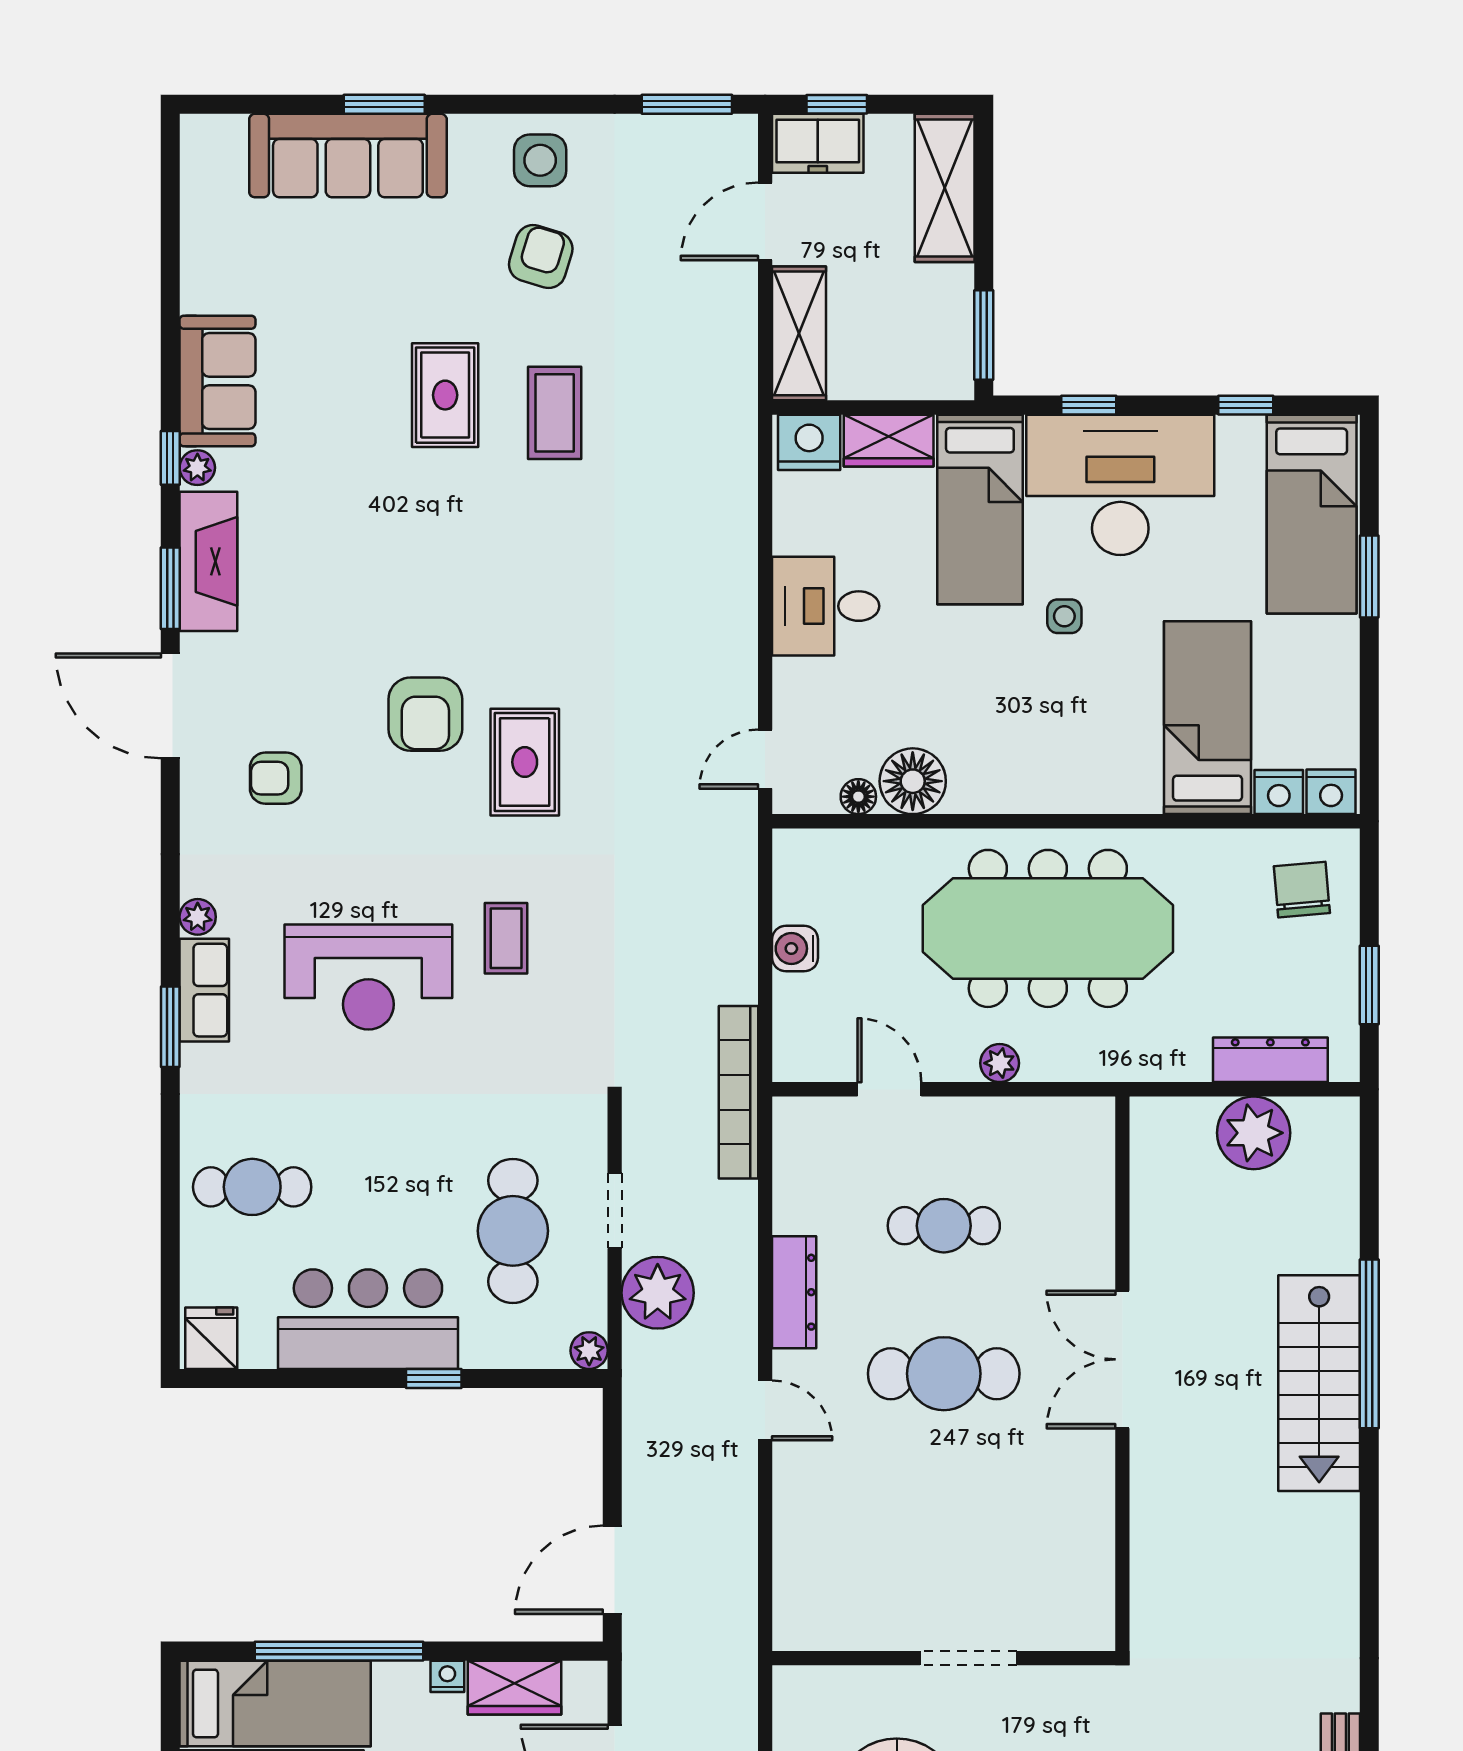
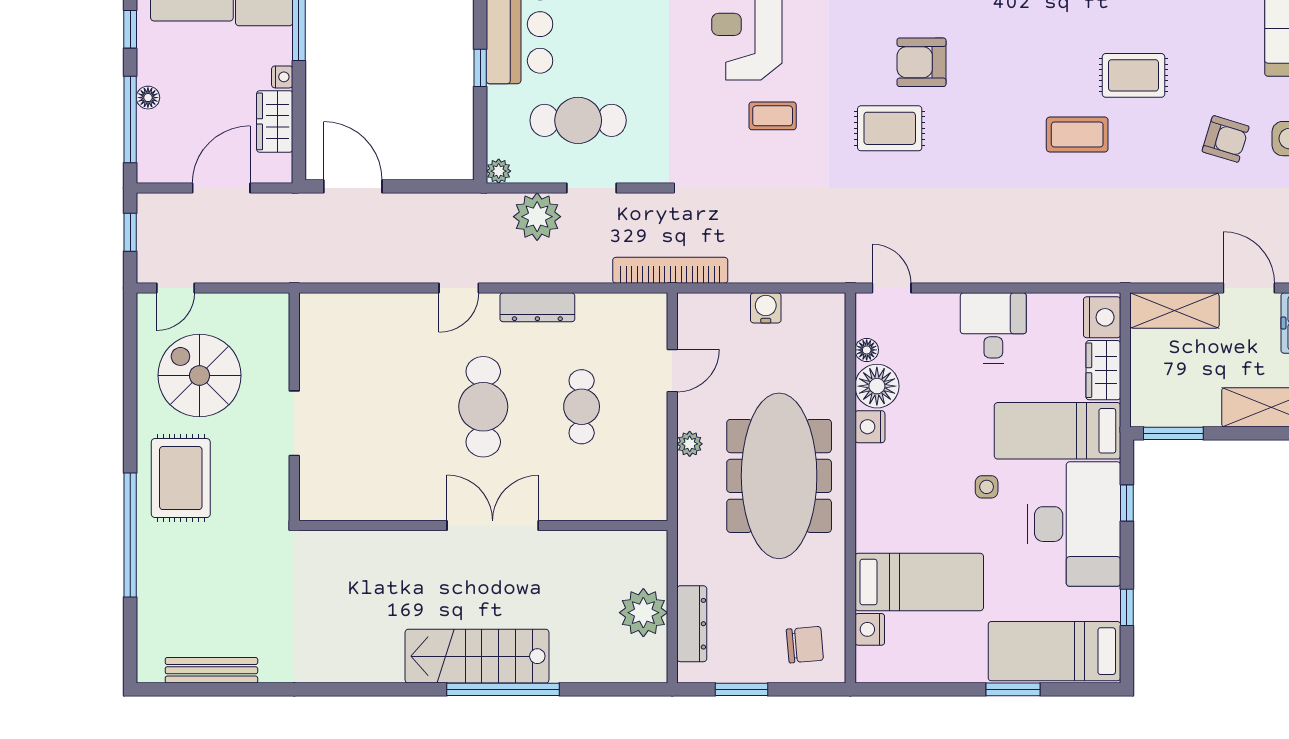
coffee table: (555, 413) -> (1077, 134), moved
nightstand: (1331, 792) -> (870, 427), moved

